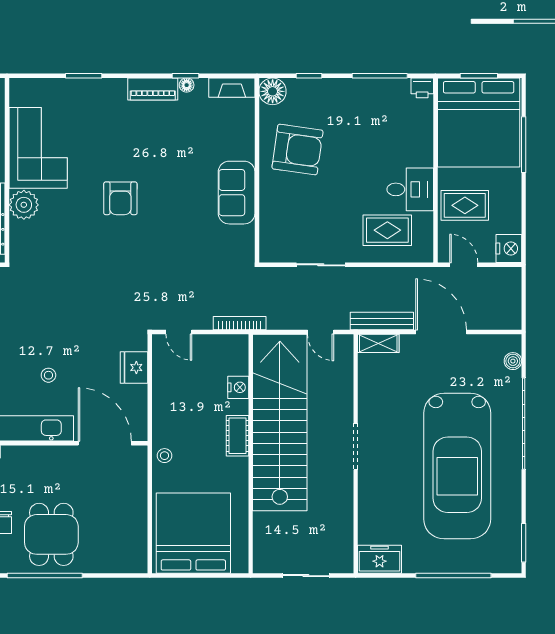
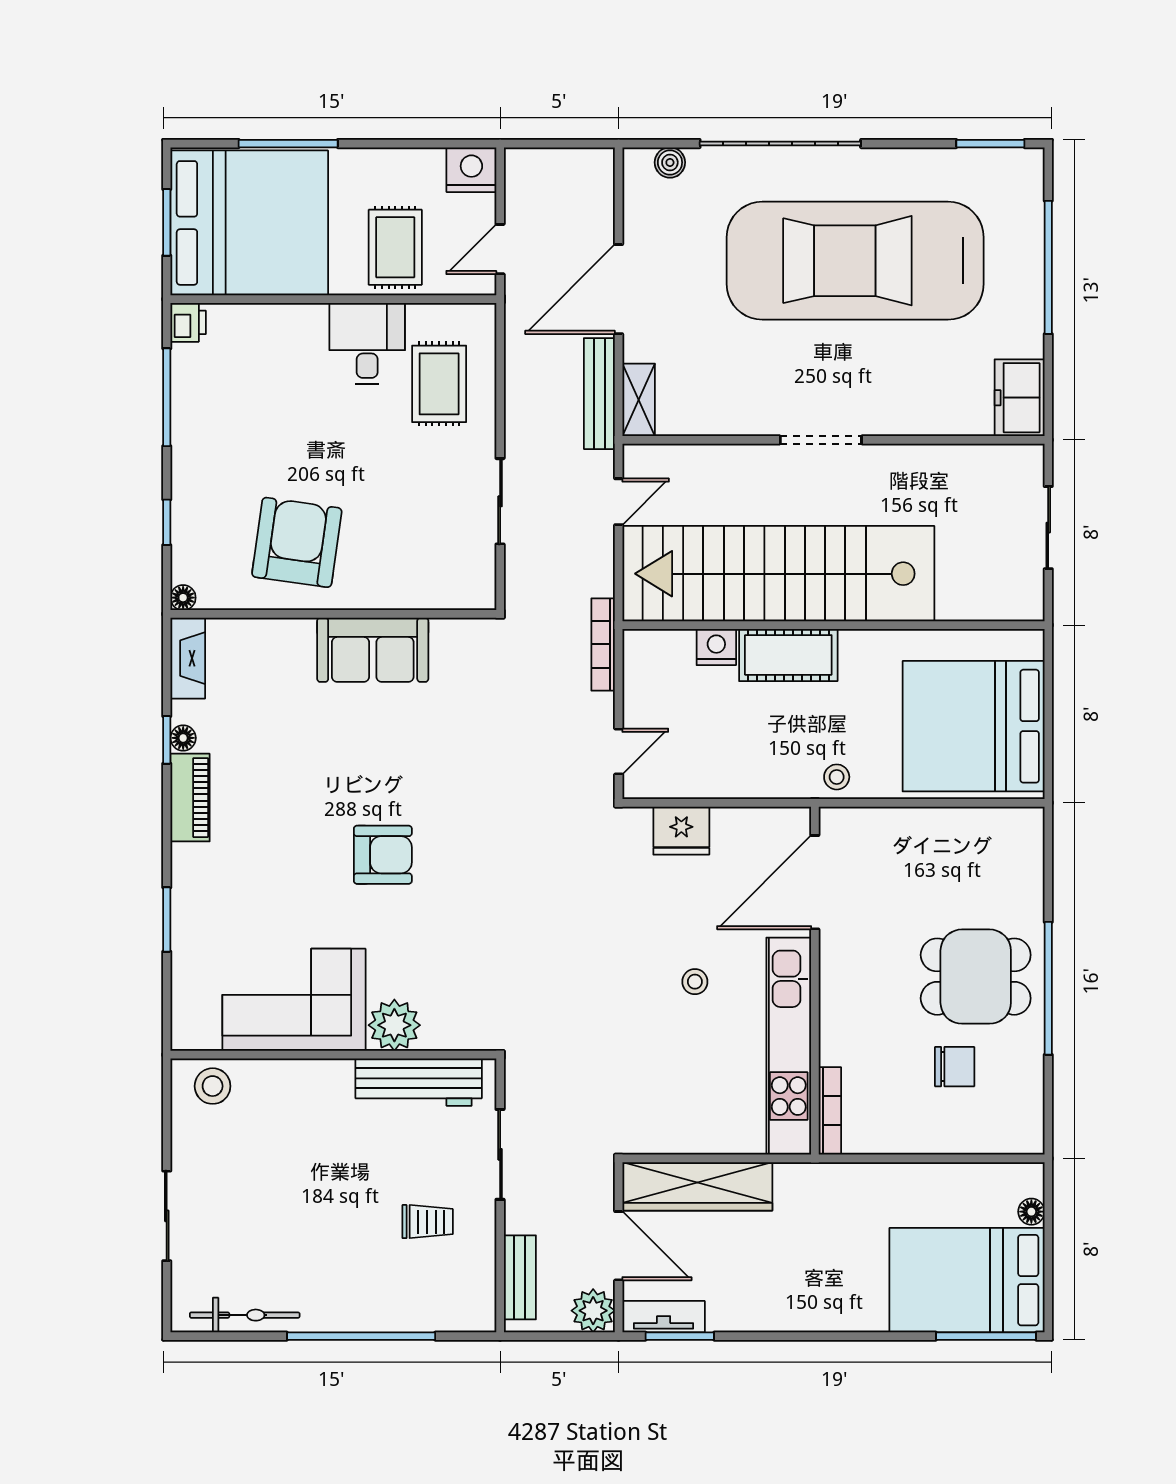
floor lamp: (273, 91) -> (183, 598), width x0.53, depth x0.53
cot: (237, 436) -> (788, 655), width x1.37, depth x1.34
car: (457, 466) -> (855, 261), turned 180

